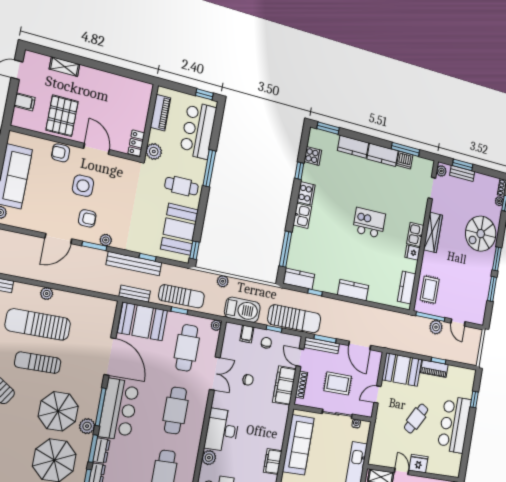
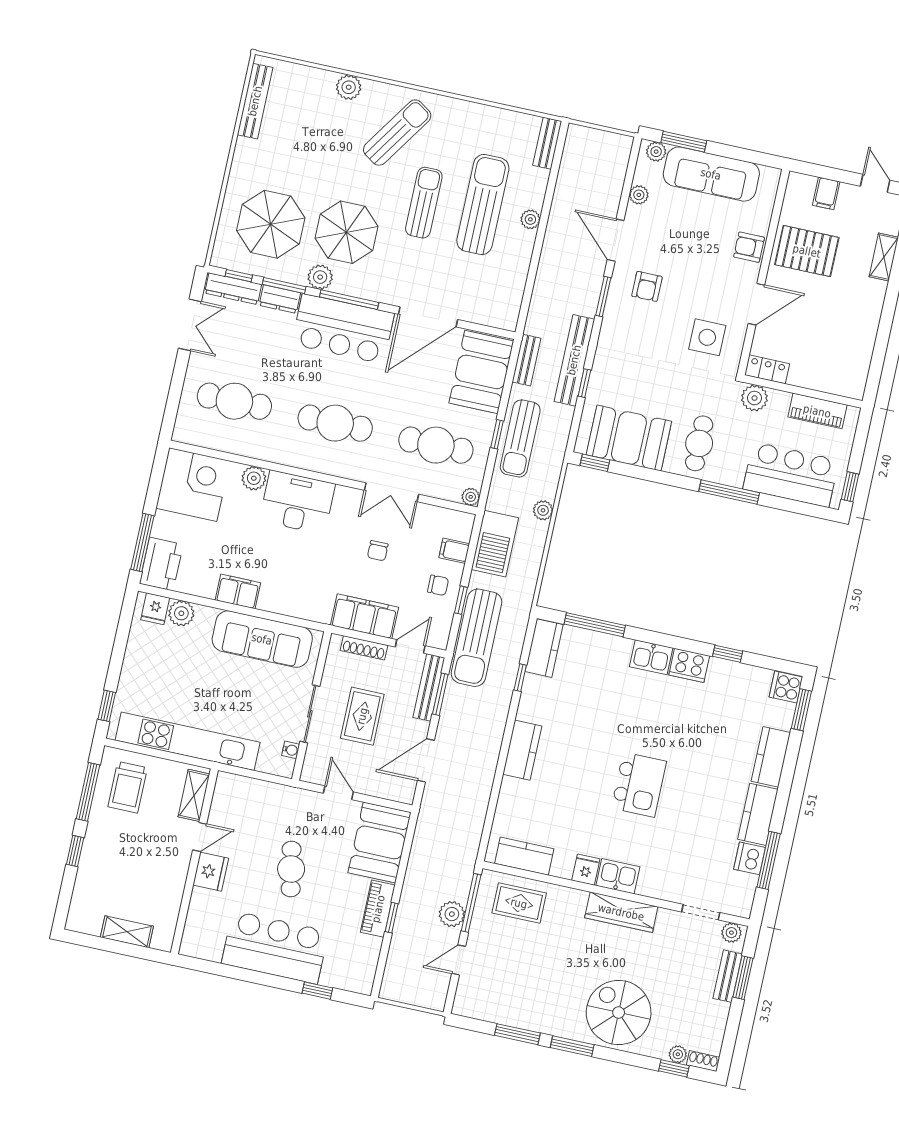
armchair: (61, 153) -> (749, 247), turned -90
cooker: (313, 156) -> (786, 687), moved, turned 90
side table: (83, 186) -> (707, 337), moved
plant: (106, 240) -> (639, 195), moved
cafe table: (416, 419) -> (291, 869), turned 49

